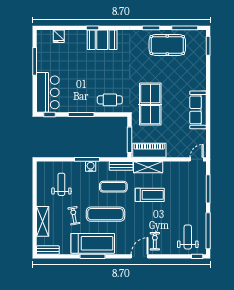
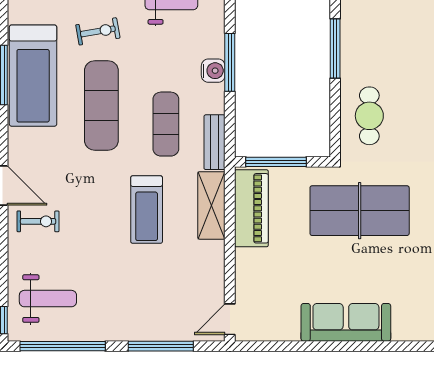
door: (197, 159) -> (230, 319), swing flipped

